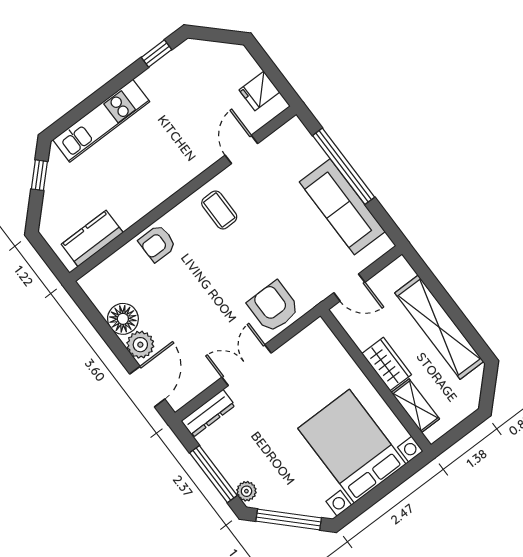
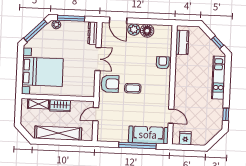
sofa: (342, 207) -> (148, 135), moved
coffee table: (219, 210) -> (133, 88), moved

